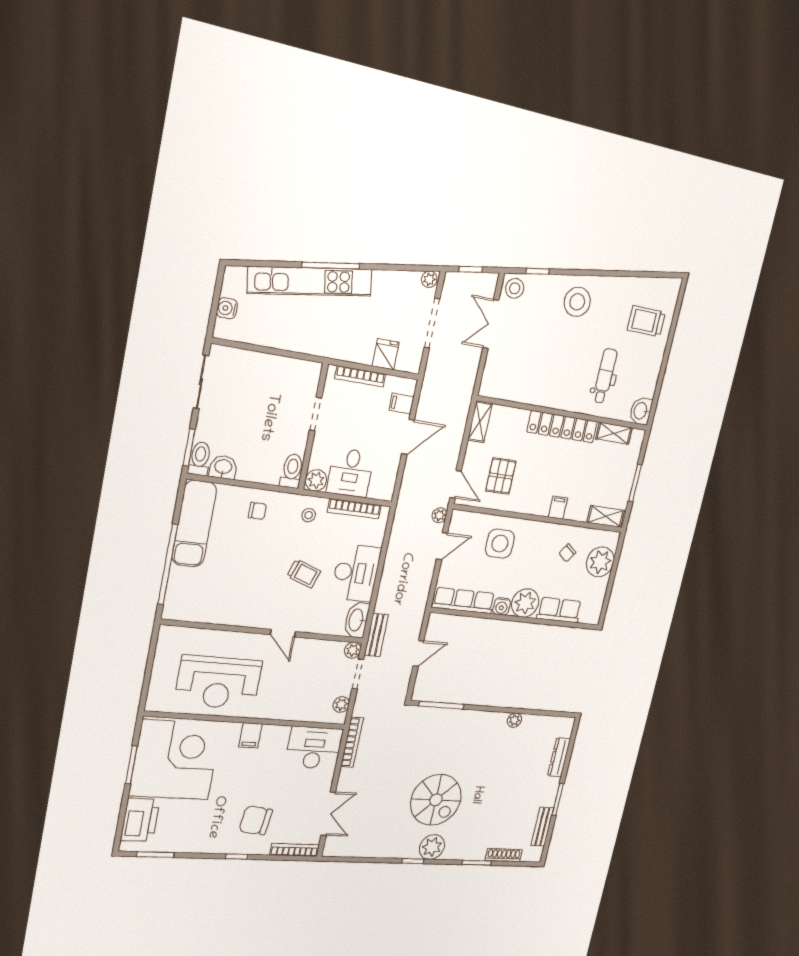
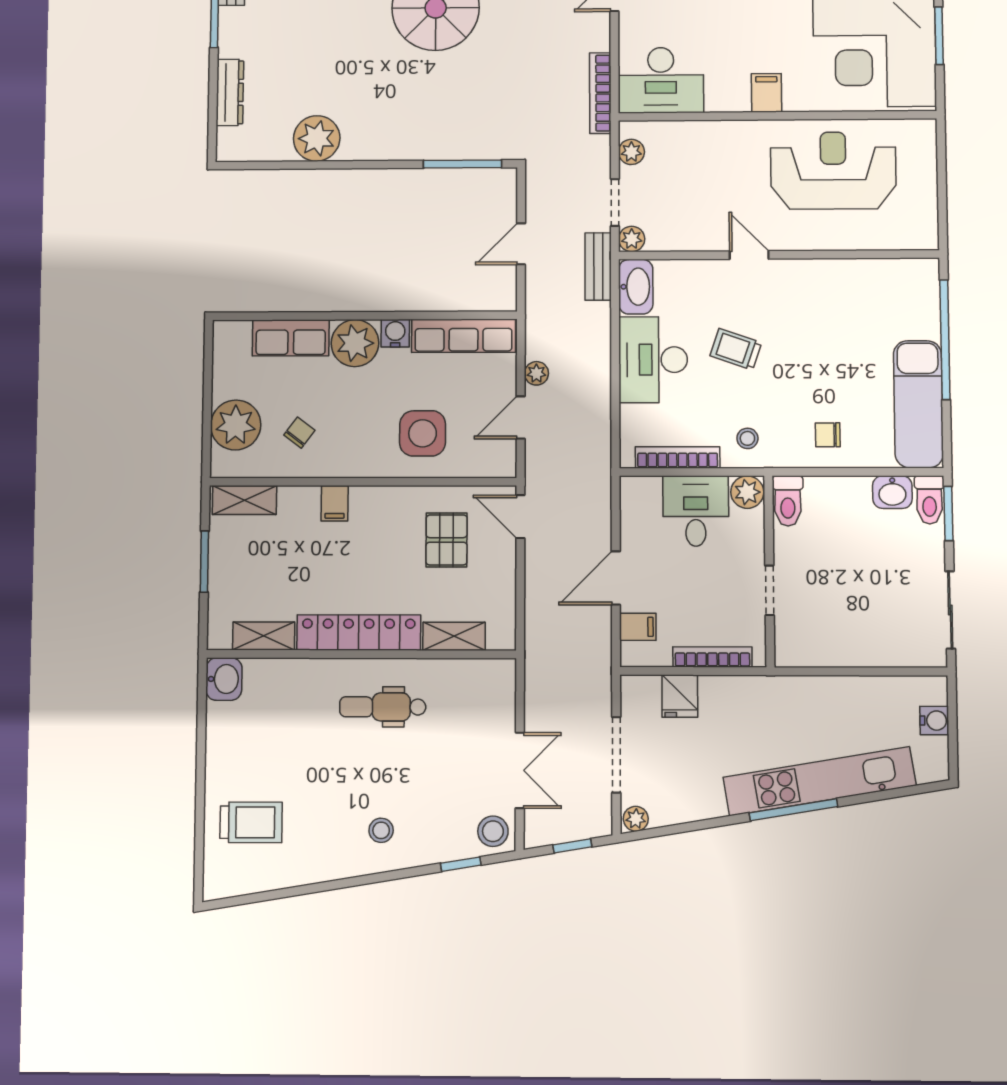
stool: (577, 302) -> (381, 830), width x0.53, depth x0.53
dental chair: (605, 376) -> (383, 707), moved, turned 90
shelving: (480, 422) -> (454, 636), moved, turned 90
plant: (439, 515) -> (536, 373), moved
plant: (514, 720) -> (317, 138), width x1.88, depth x1.88

